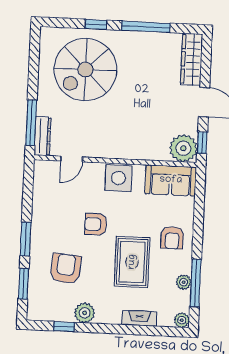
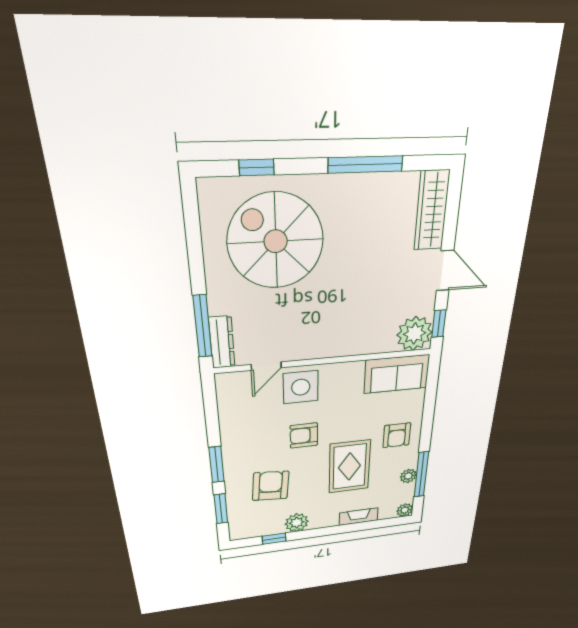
window: (96, 24) -> (257, 167), moved
spiral stairs: (85, 70) -> (276, 241), turned 90
side table: (118, 178) -> (301, 387), moved

